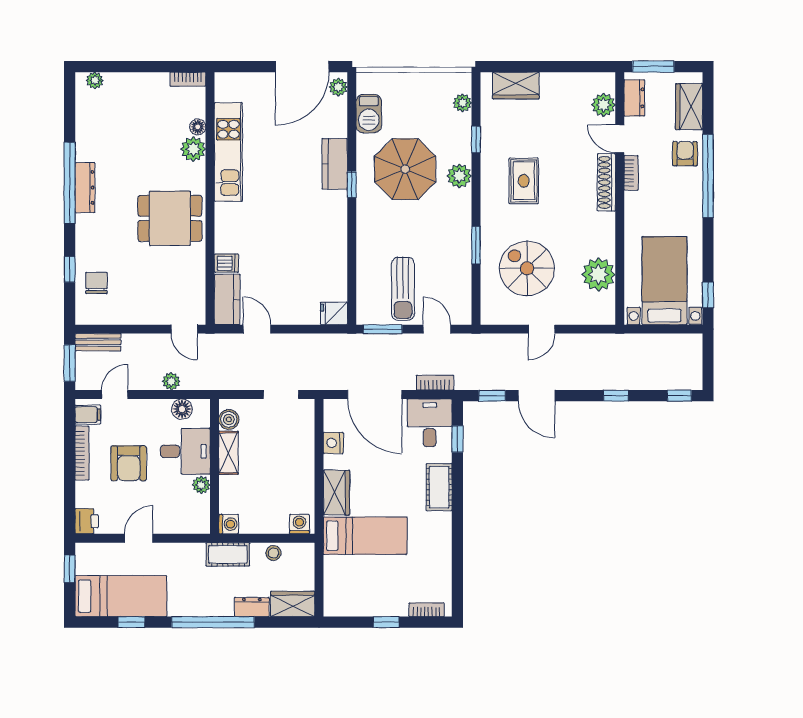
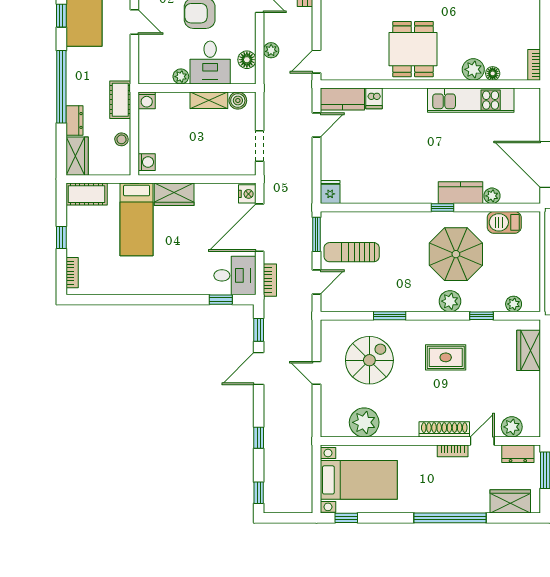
plant: (338, 87) -> (492, 196), moved
armchair: (685, 154) -> (469, 498), removed
nightstand: (333, 443) -> (247, 194), moved, turned 90
cot: (439, 487) -> (87, 194), moved

